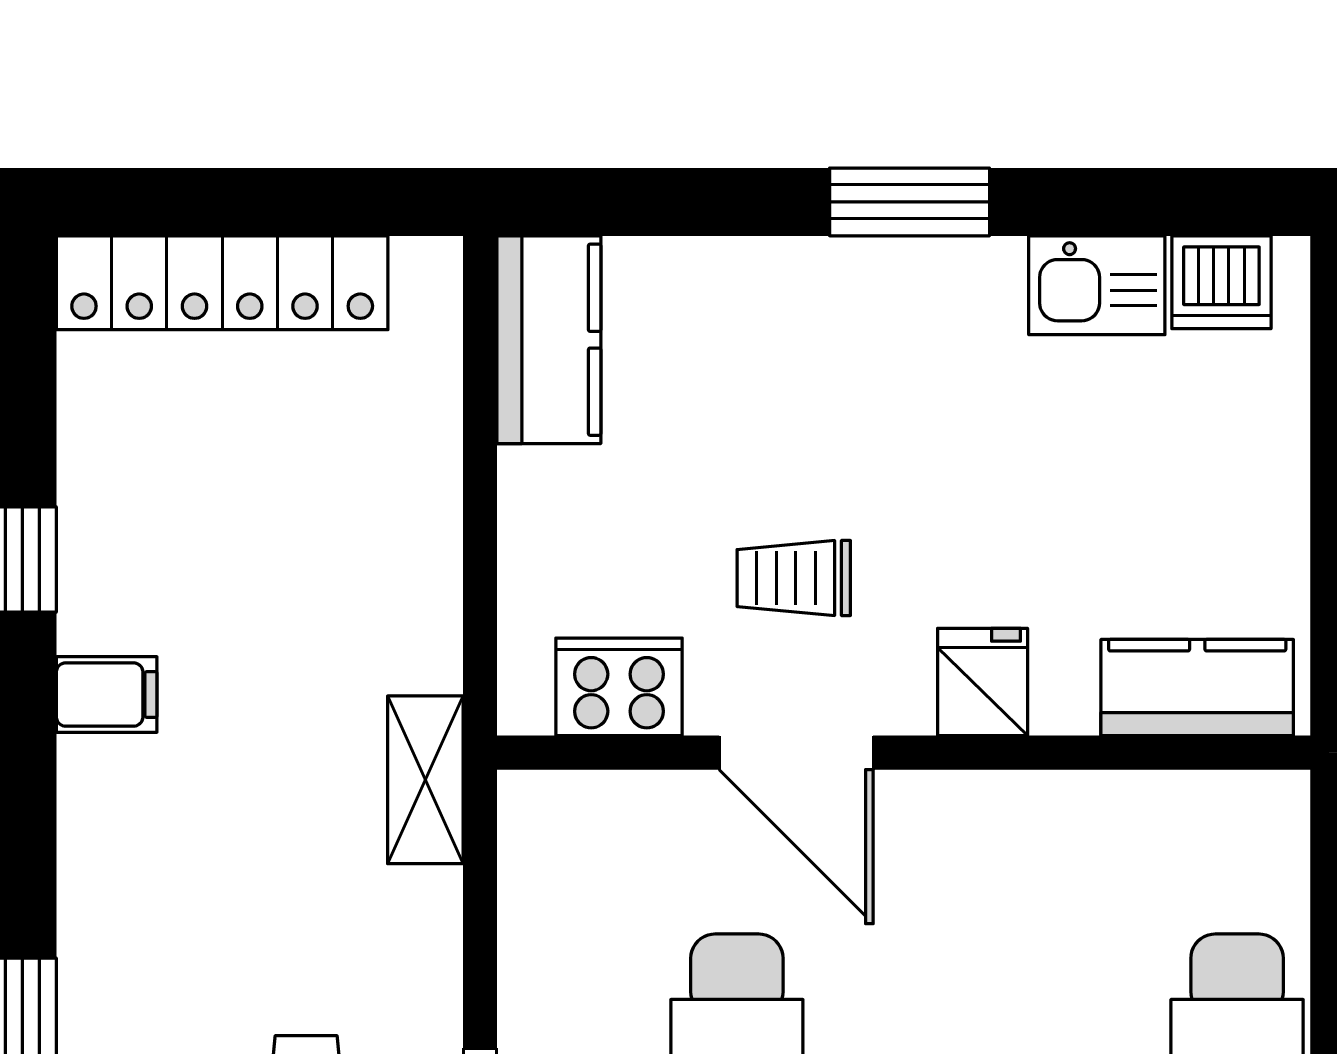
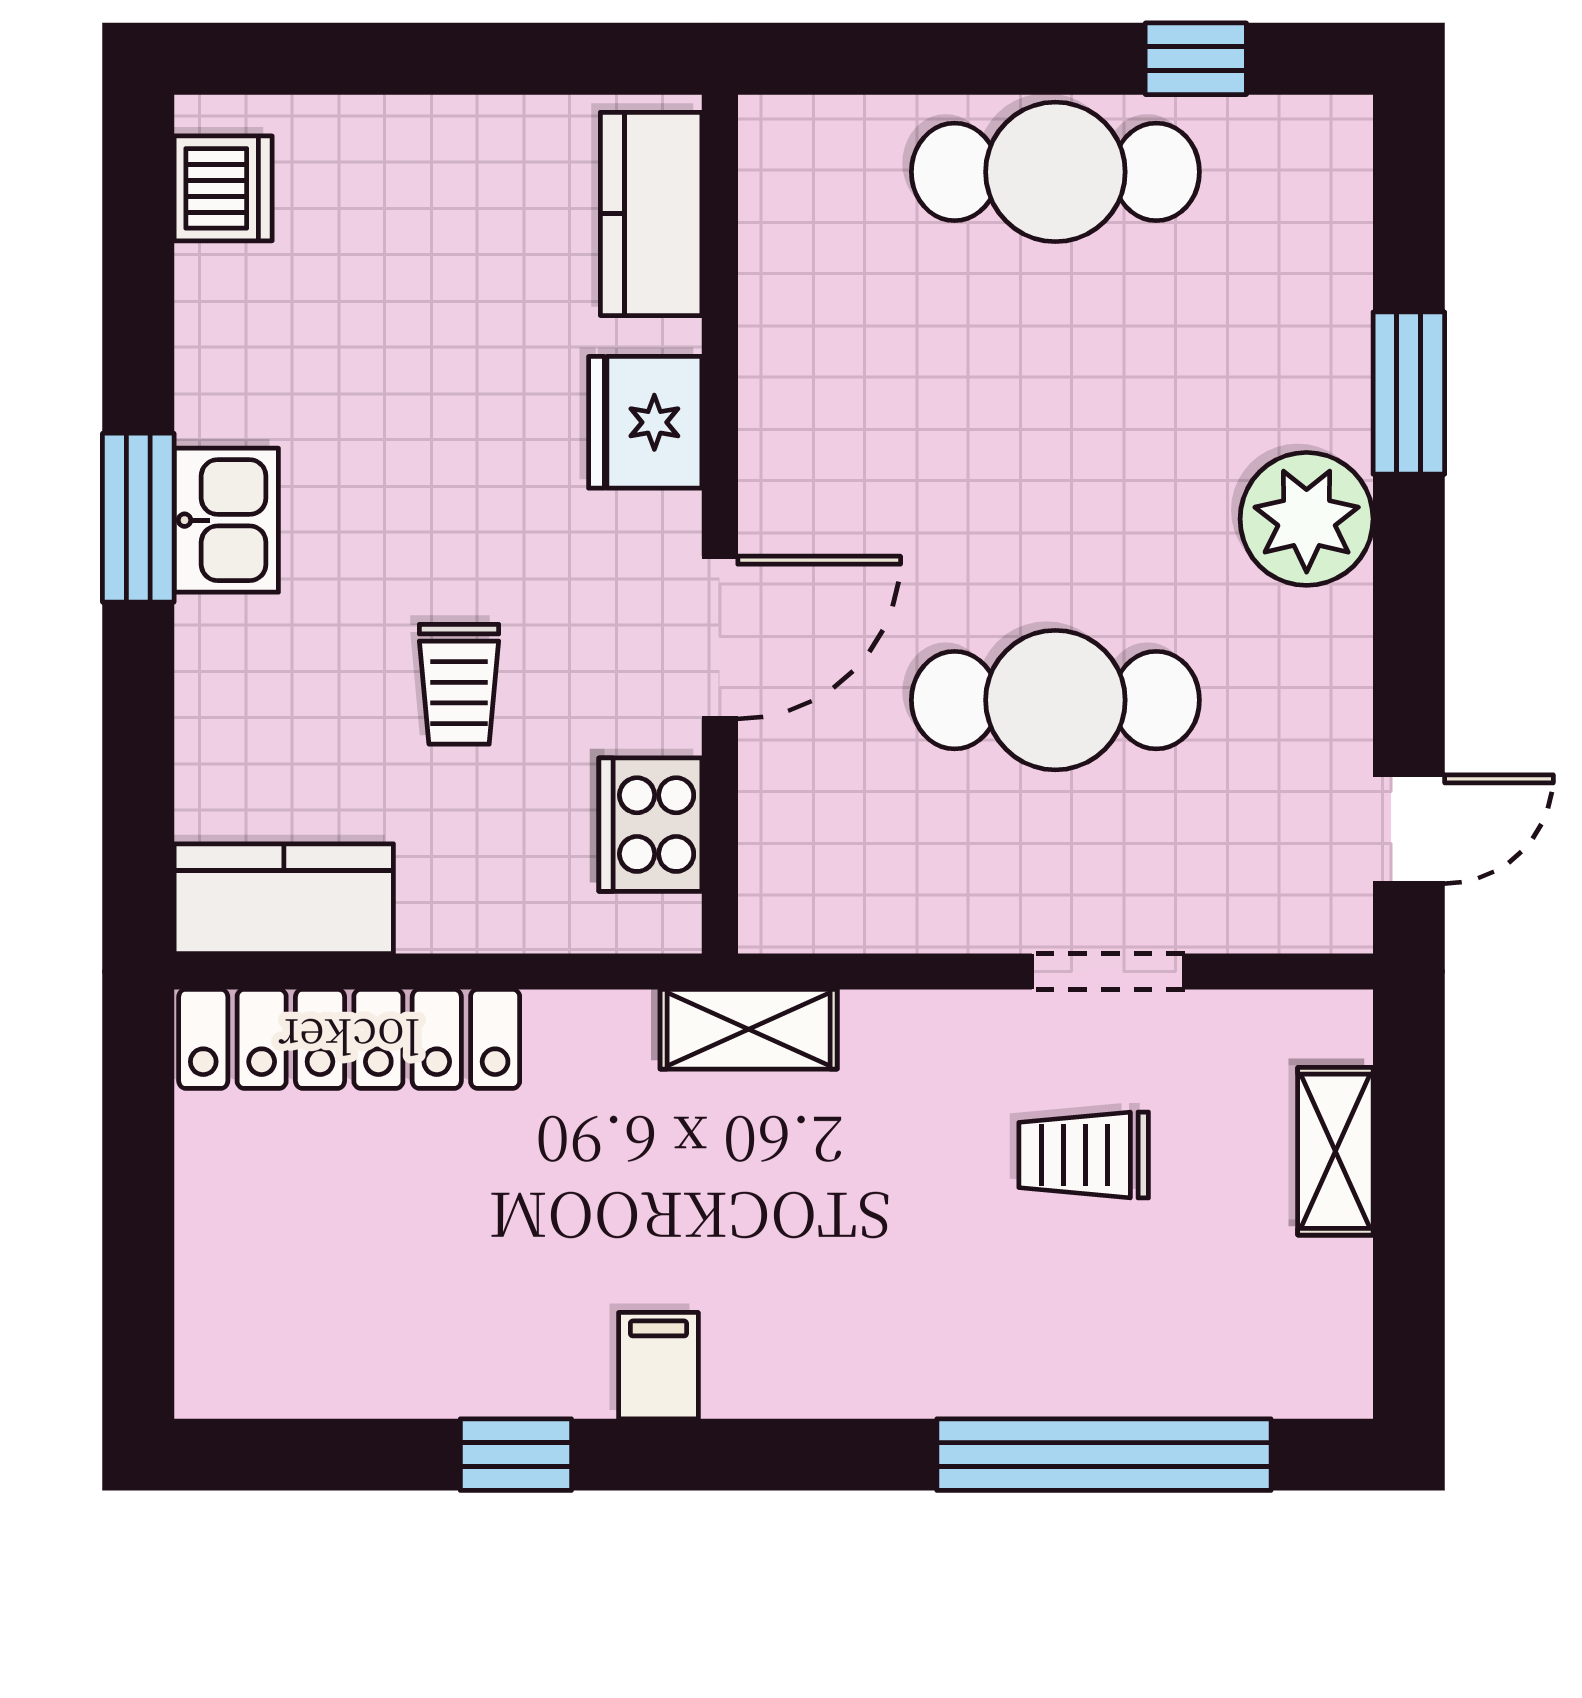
locker: (222, 283) -> (349, 1039), moved, turned 90
kitchen sink: (1097, 285) -> (226, 520), moved
trolley: (794, 578) -> (459, 684), moved
fridge: (983, 682) -> (645, 422), width x1.38

